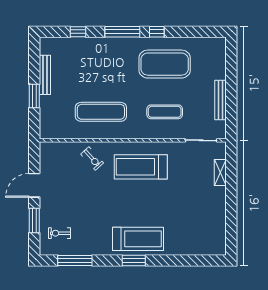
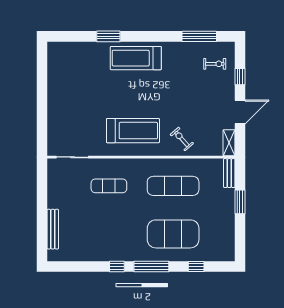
exercise mat: (165, 64) -> (173, 234), moved
bench: (45, 75) -> (229, 173), moved, width x0.73
bench: (221, 100) -> (53, 229), moved
shelving: (220, 172) -> (229, 143), moved
window: (34, 220) -> (240, 77), width x0.67
window: (134, 261) -> (108, 36), moved

